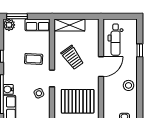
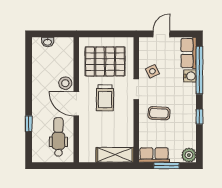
window: (17, 16) -> (166, 166), moved
trolley: (72, 58) -> (105, 98), moved, turned -144
door: (101, 67) -> (76, 104), hinge flipped
stool: (128, 85) -> (65, 83), moved

